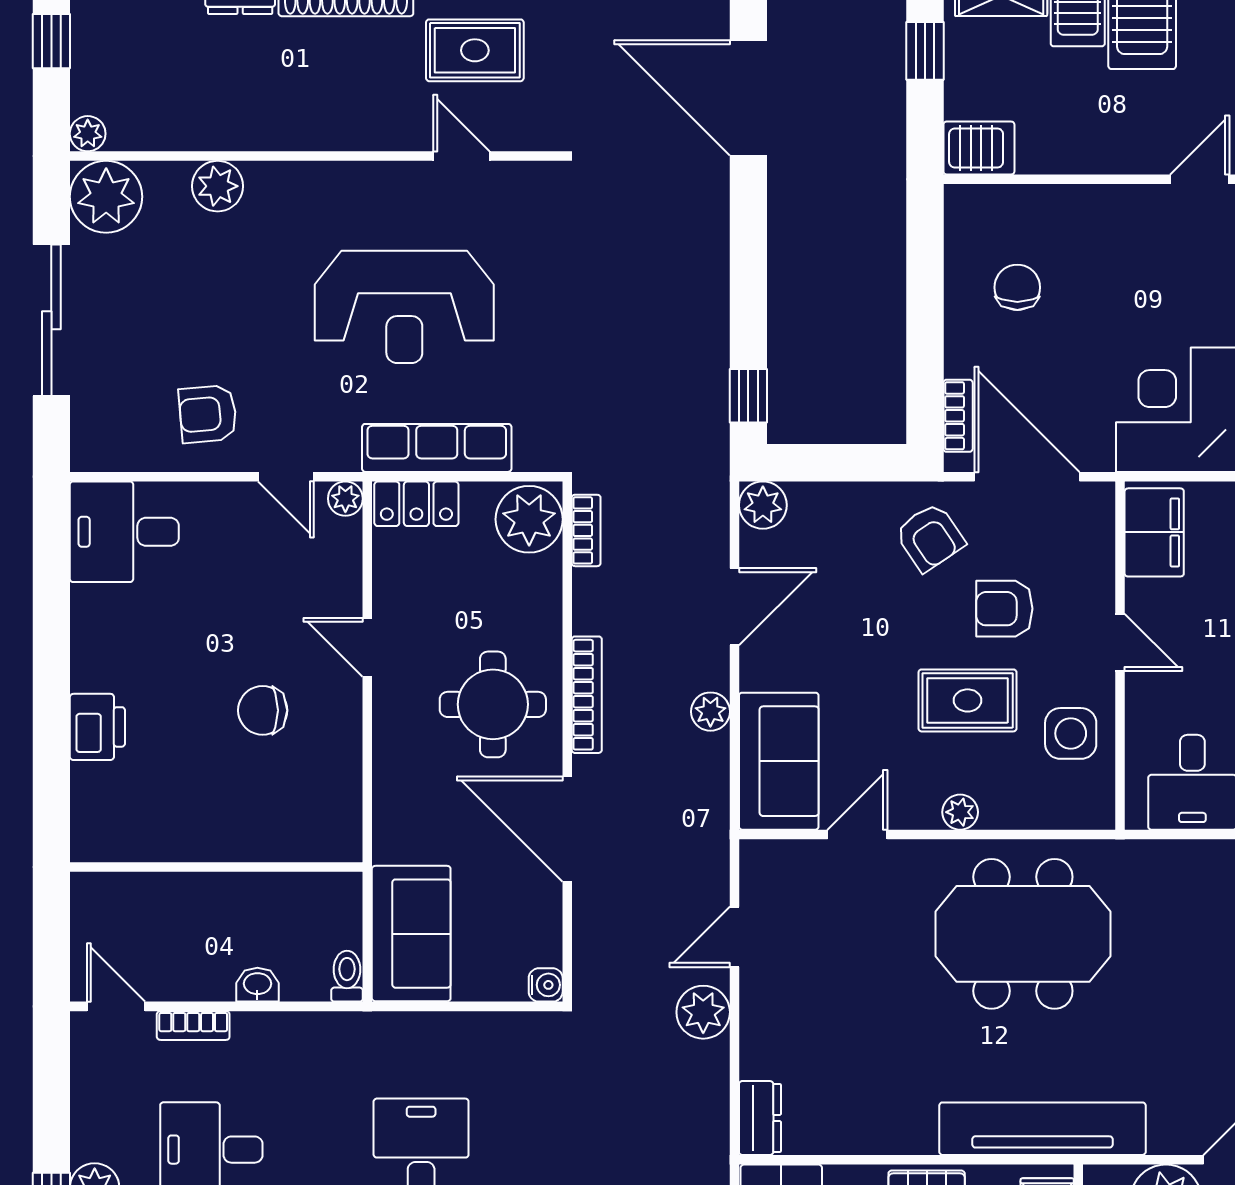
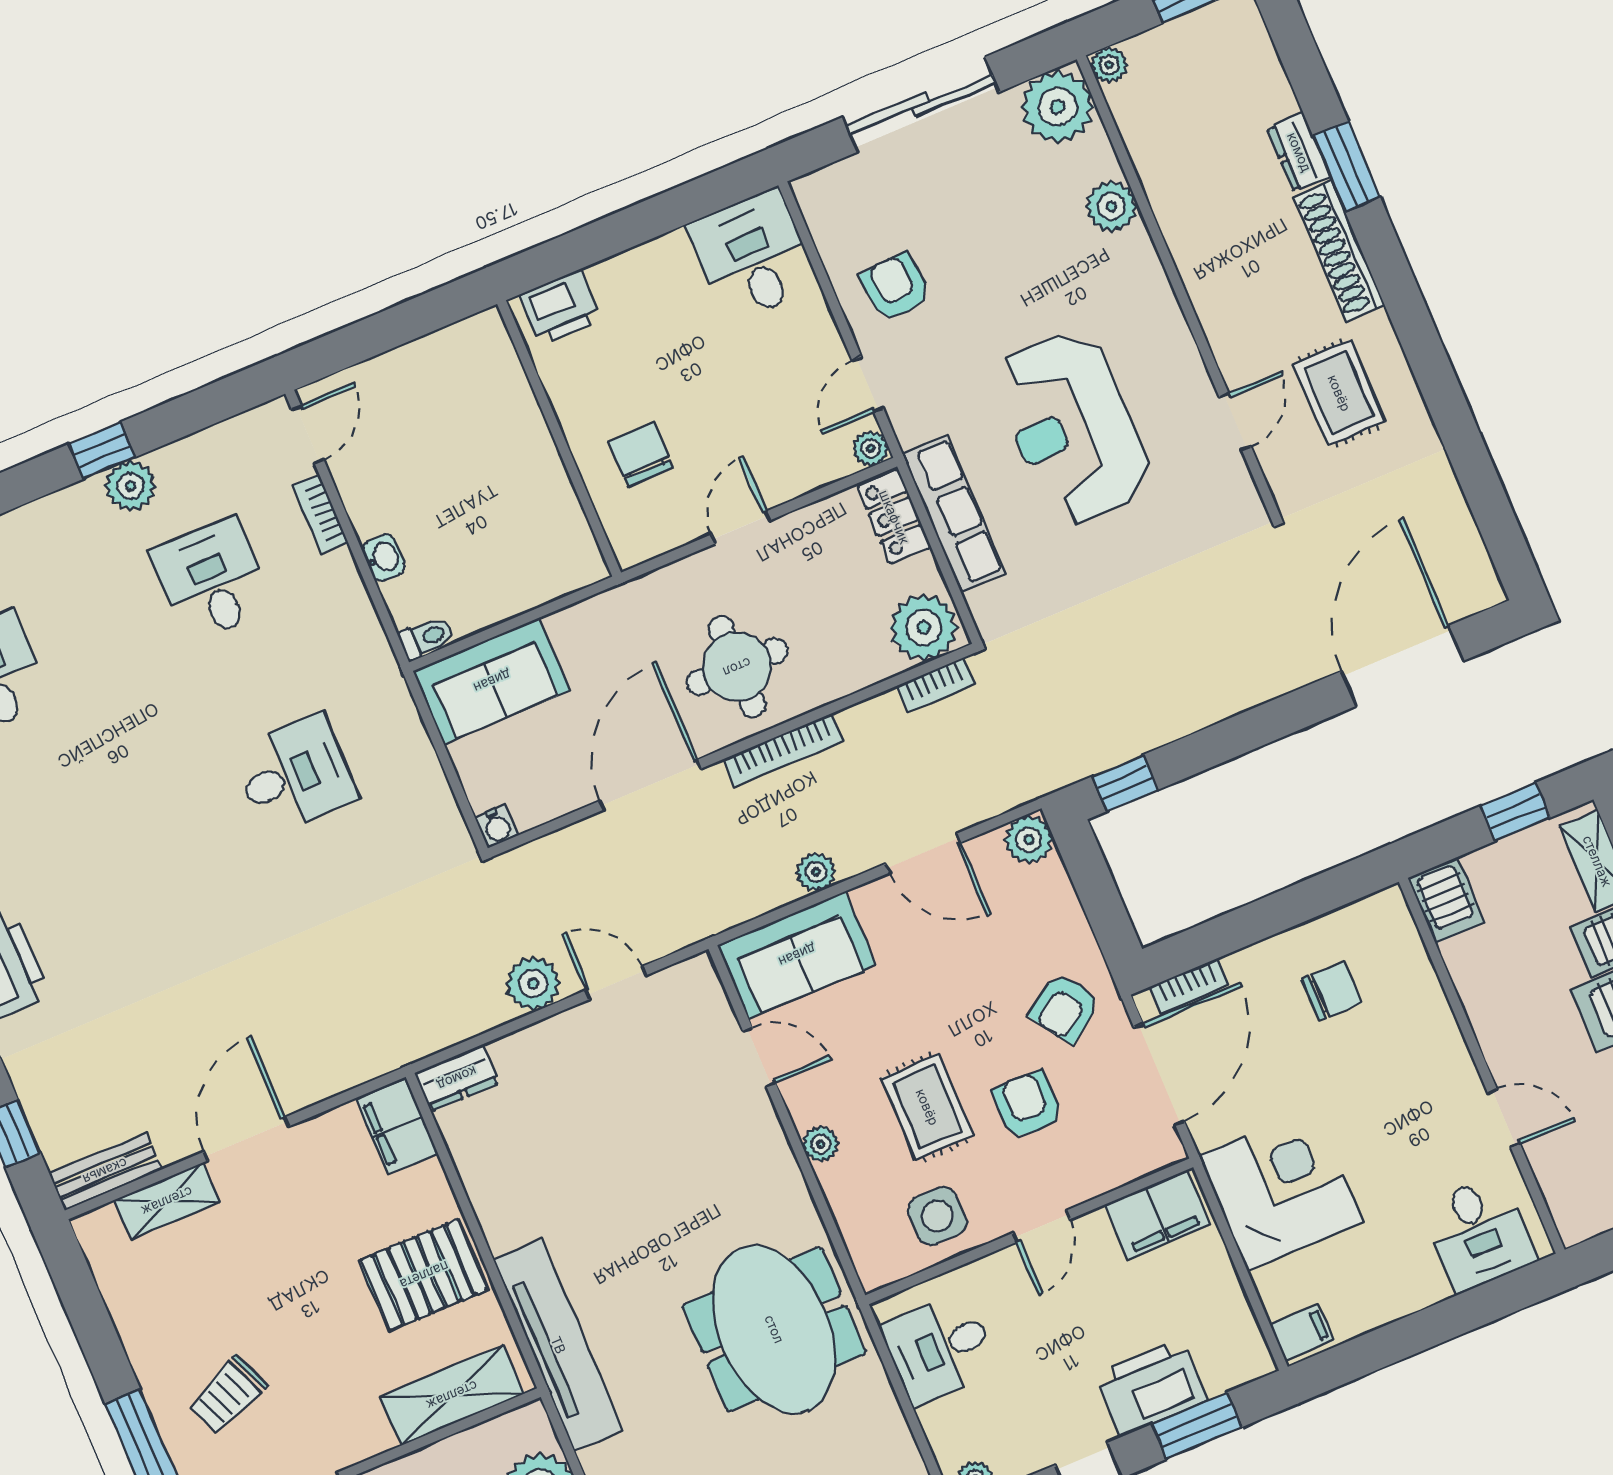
wall: (216, 867) -> (559, 438), moved
meeting table: (1023, 934) -> (774, 1329), moved

